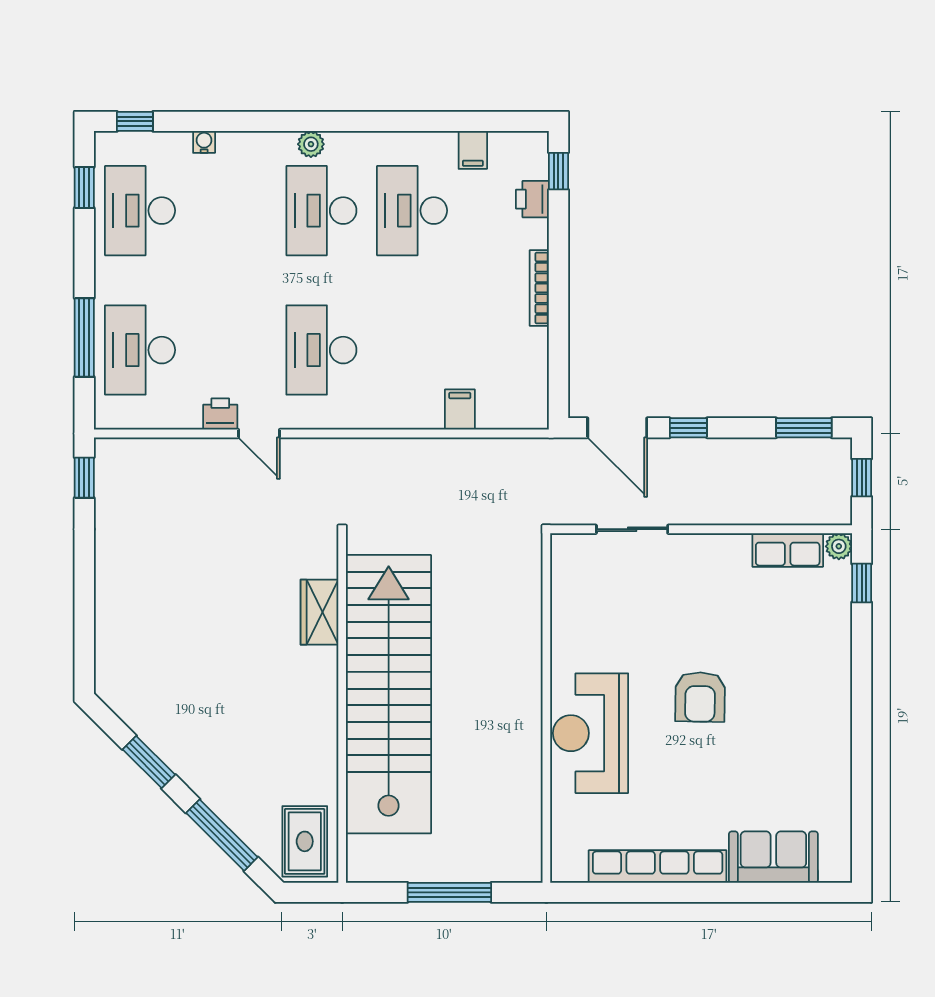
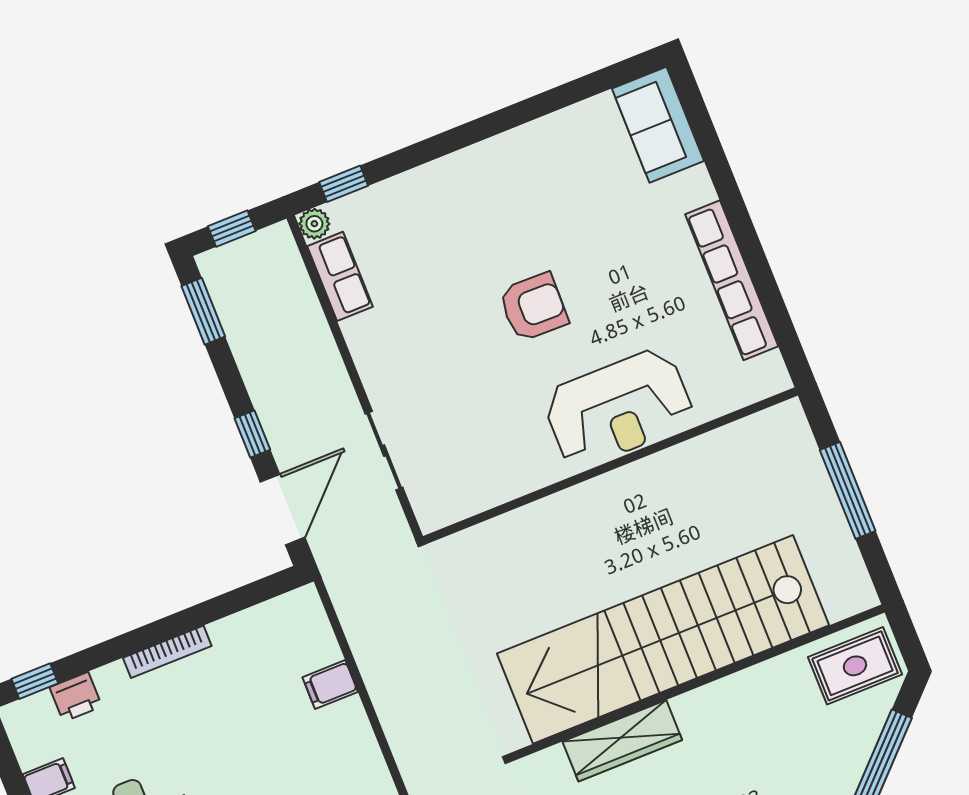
wardrobe: (319, 612) -> (622, 741), width x1.50
sofa: (773, 857) -> (658, 125), moved

